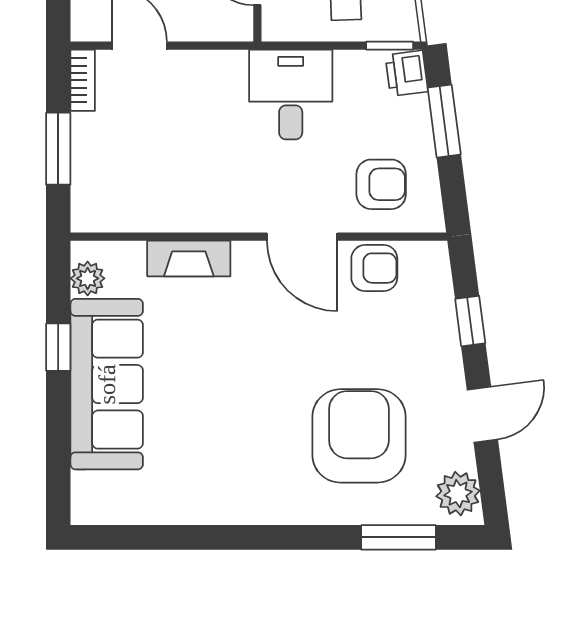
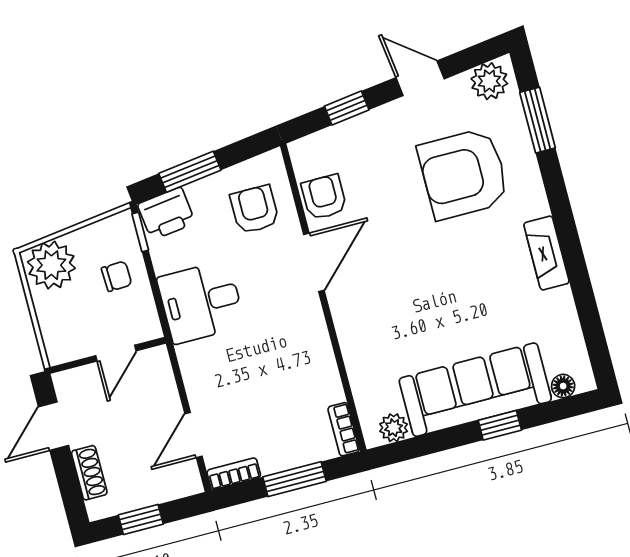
printer: (407, 73) -> (166, 214), width x1.36, depth x1.24
bookcase: (101, 220) -> (344, 429), added
fireplace: (189, 258) -> (546, 253), moved, turned 180
window: (58, 347) -> (500, 425), moved
floor lamp: (84, 486) -> (563, 386), added

